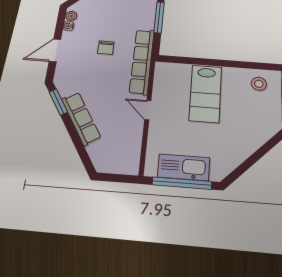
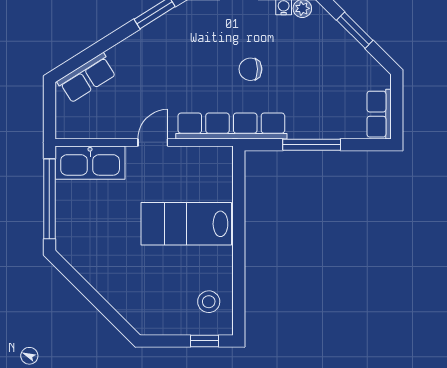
row of seats: (81, 118) -> (87, 78), moved, width x0.68
kitchen sink: (184, 167) -> (90, 163), moved, turned 90

